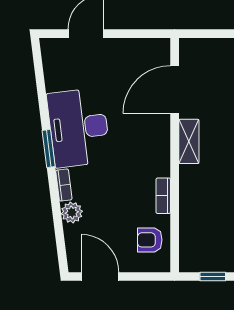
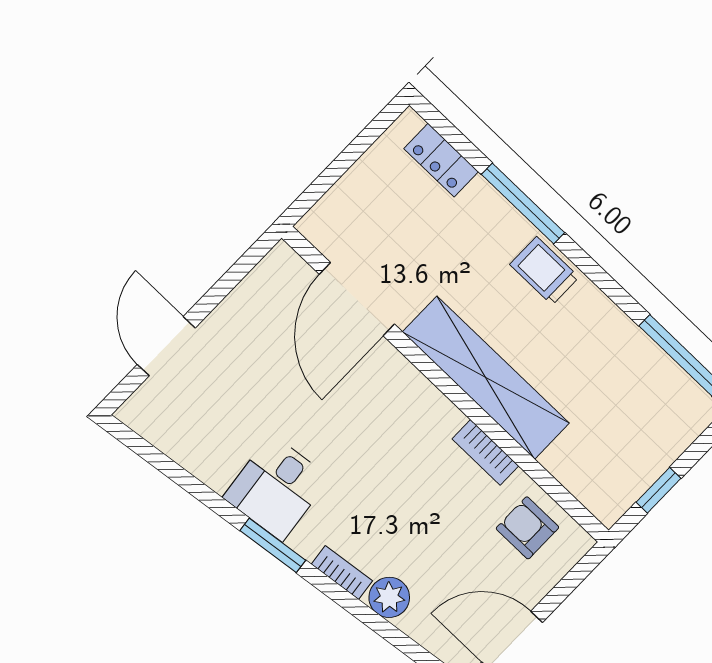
desk: (79, 128) -> (276, 488), width x0.53, depth x0.77
shelving: (189, 141) -> (486, 378), width x2.20, depth x1.33
armchair: (150, 240) -> (527, 528), turned 90

